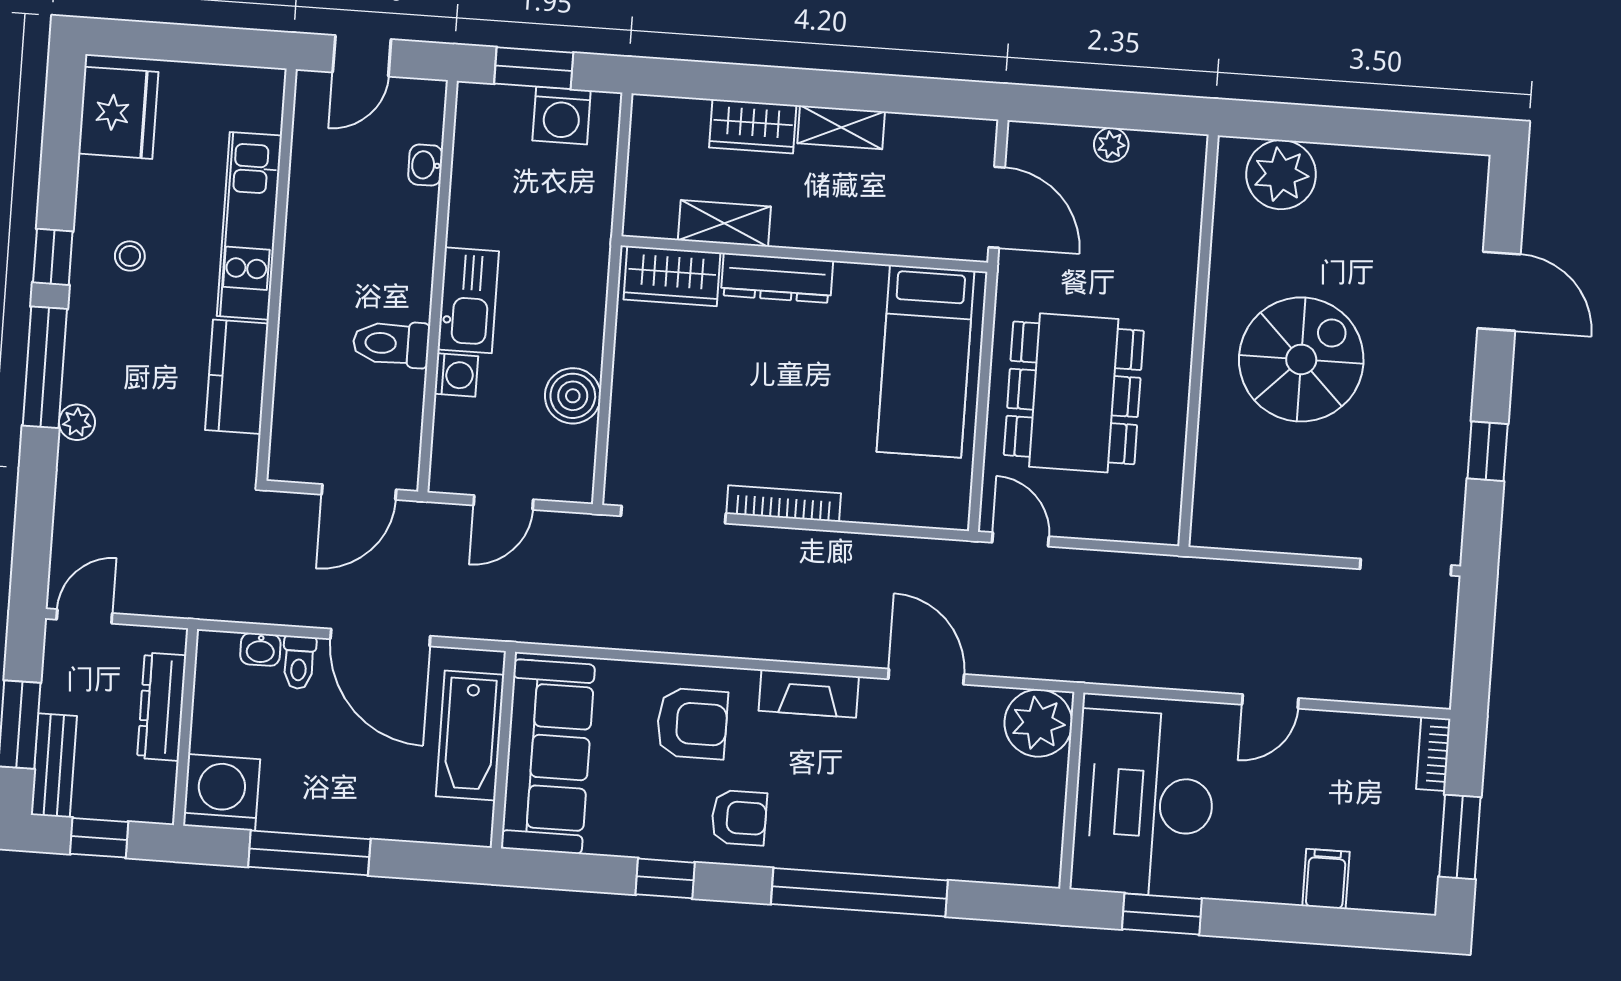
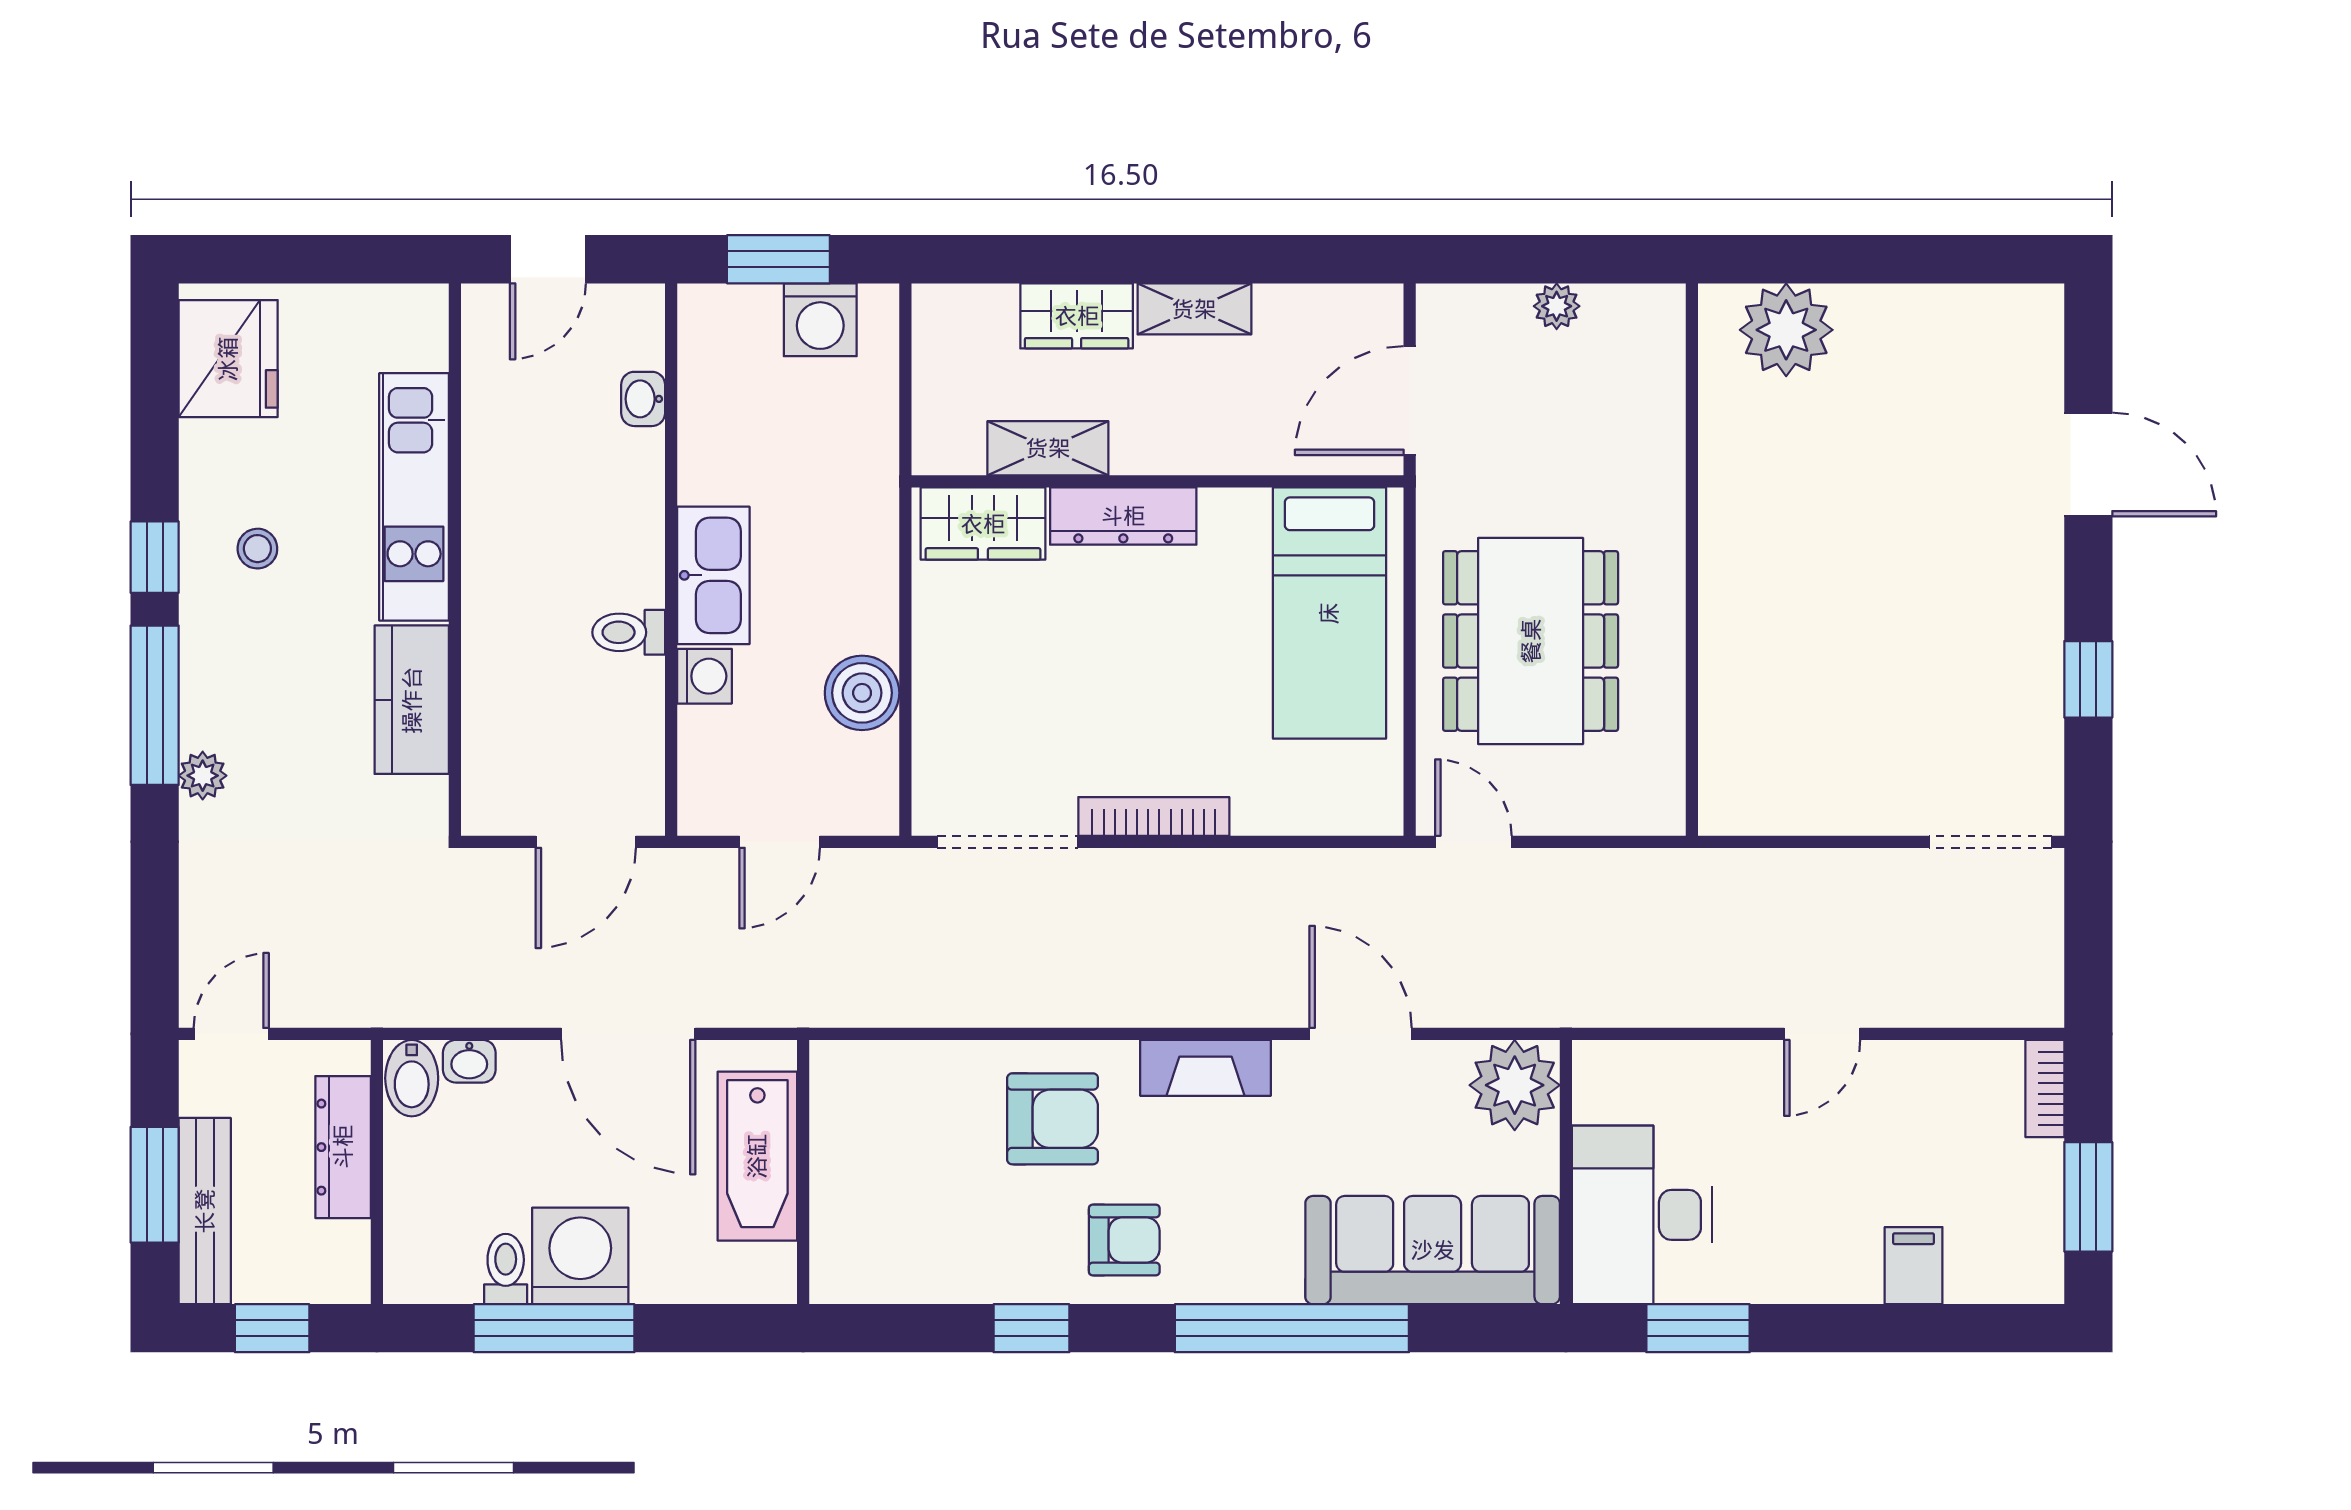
door: (997, 207) -> (1410, 401), swing flipped
toilet: (391, 344) -> (629, 632), width x0.73, depth x0.72
spiral stairs: (1301, 359) -> (1831, 575), removed
bidet: (217, 659) -> (412, 1078), added
toilet: (299, 663) -> (506, 1269), moved, turned 180
sofa: (548, 757) -> (1433, 1250), moved, turned -90
bench: (54, 765) -> (205, 1211), width x1.36
washing machine: (221, 792) -> (580, 1256), moved
desk: (1144, 803) -> (1642, 1215), width x0.73, depth x0.77

